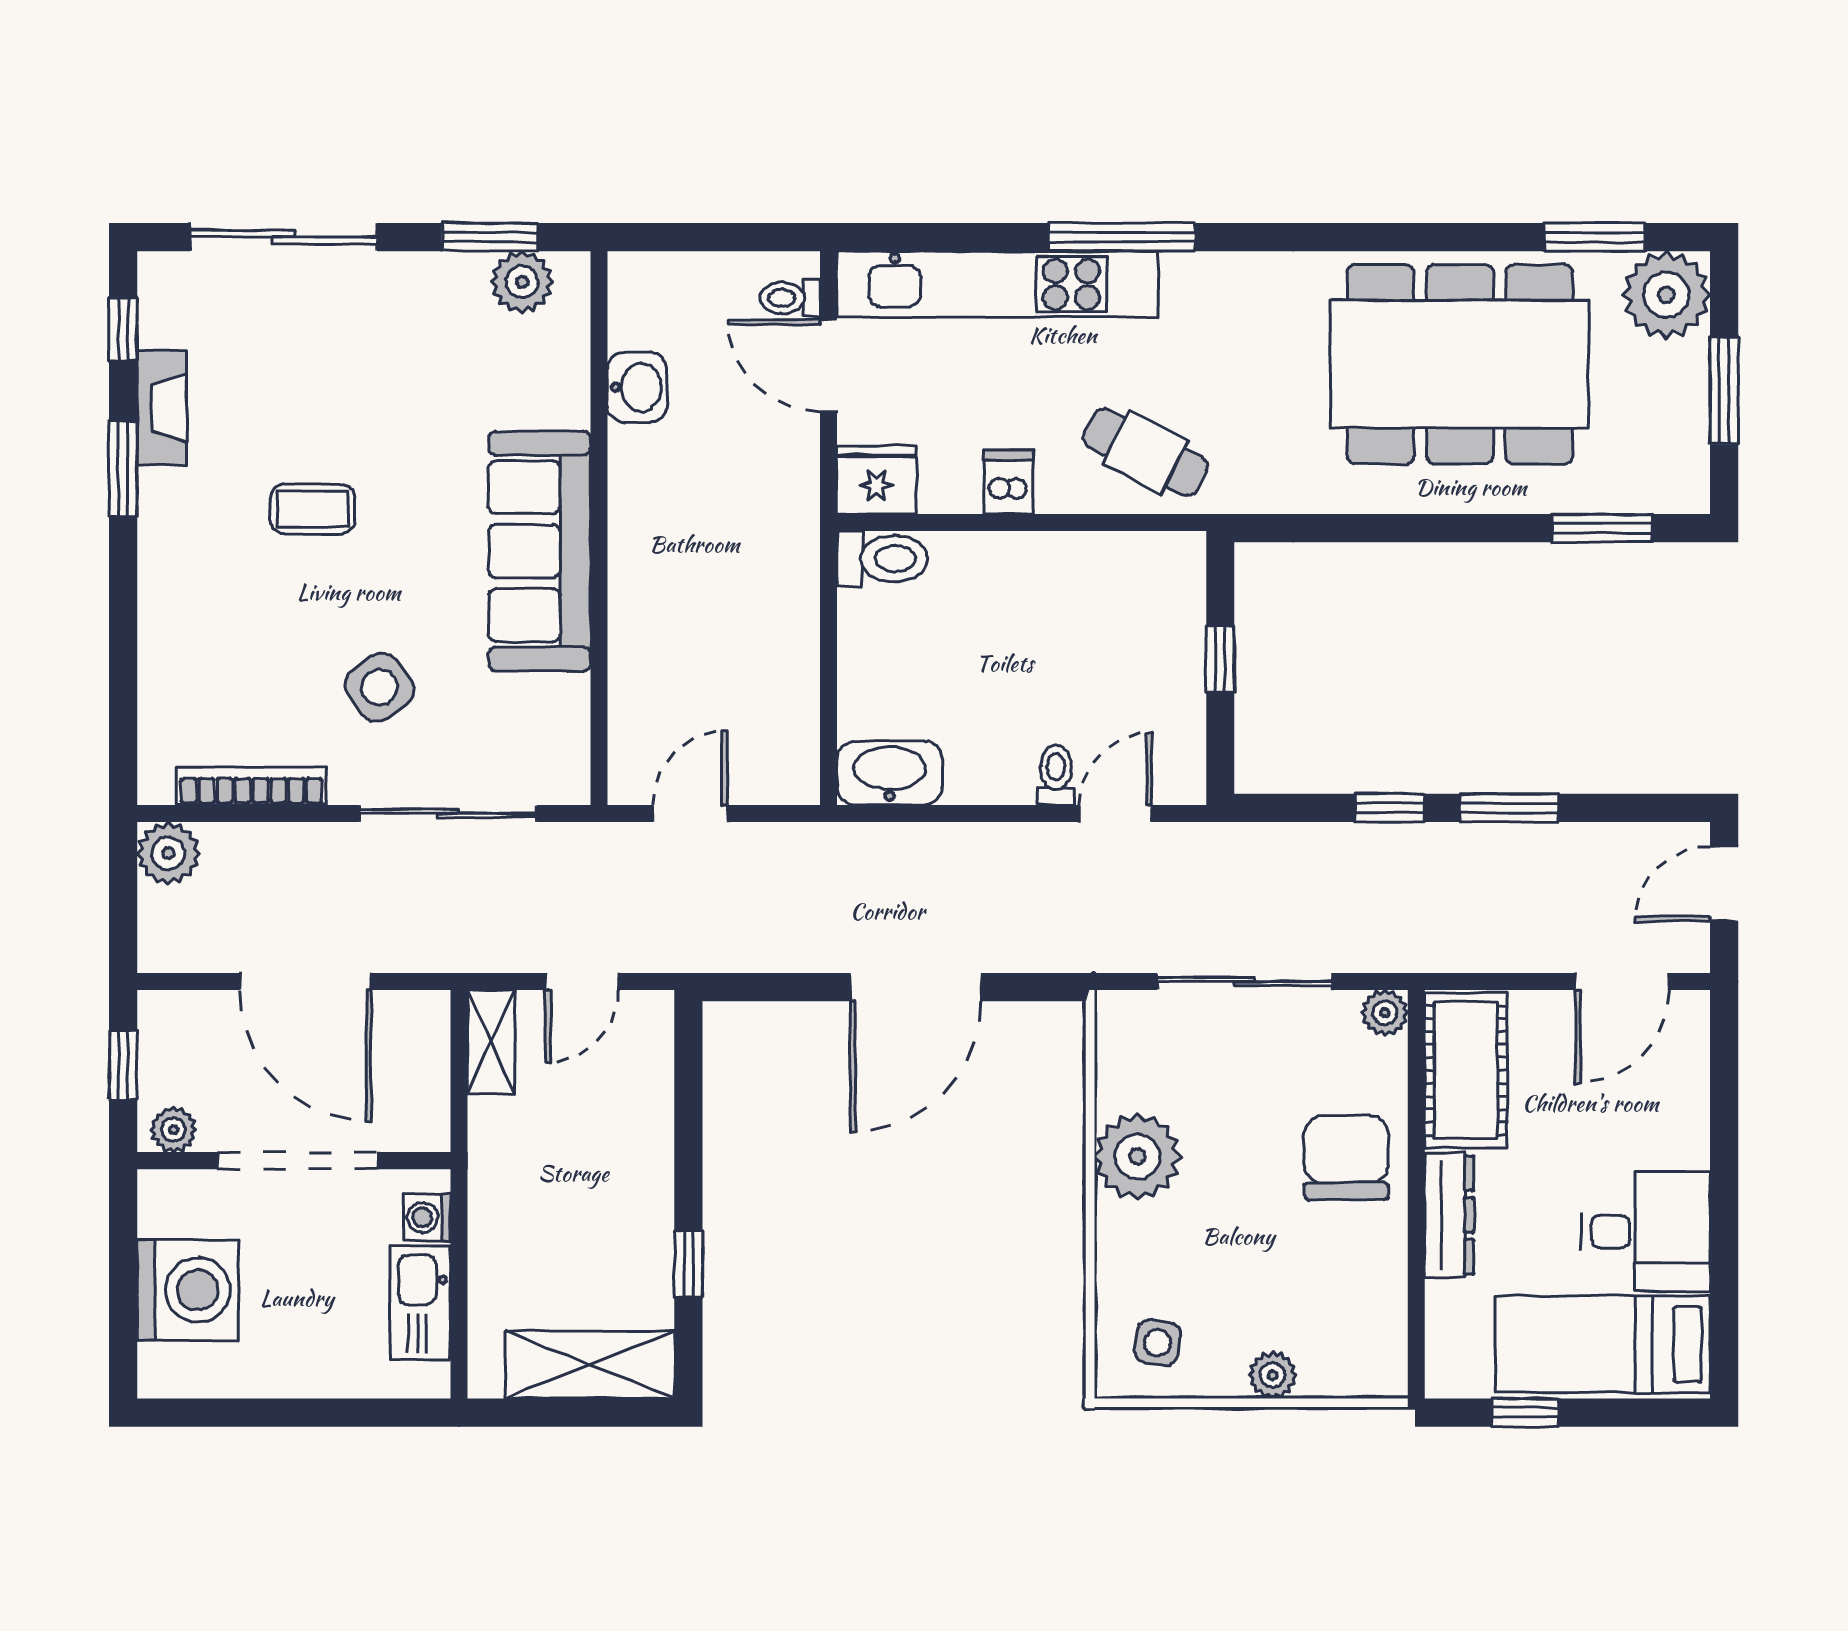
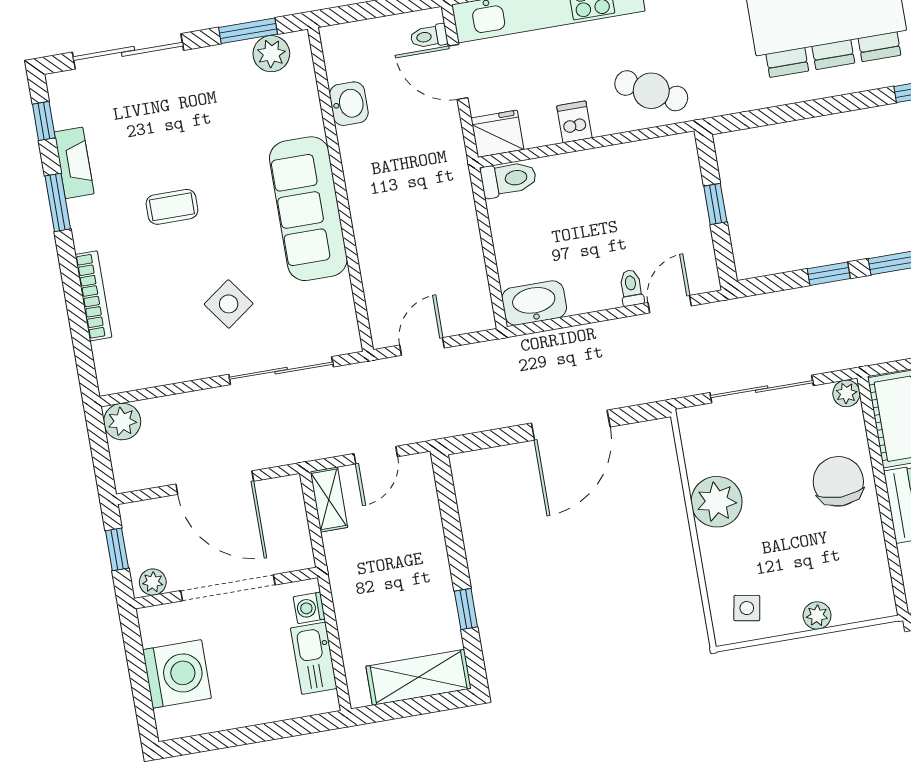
bookcase: (252, 786) -> (93, 296), moved, turned 90

